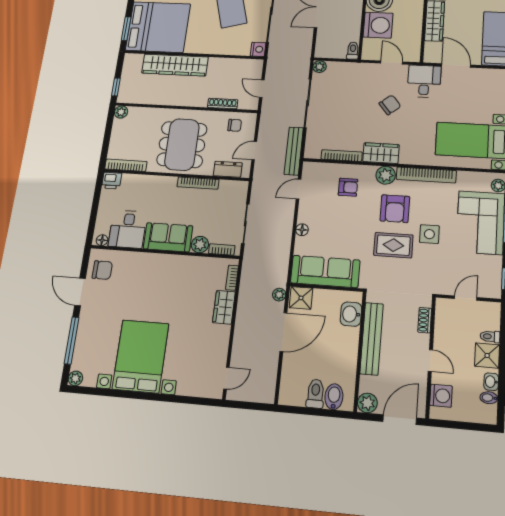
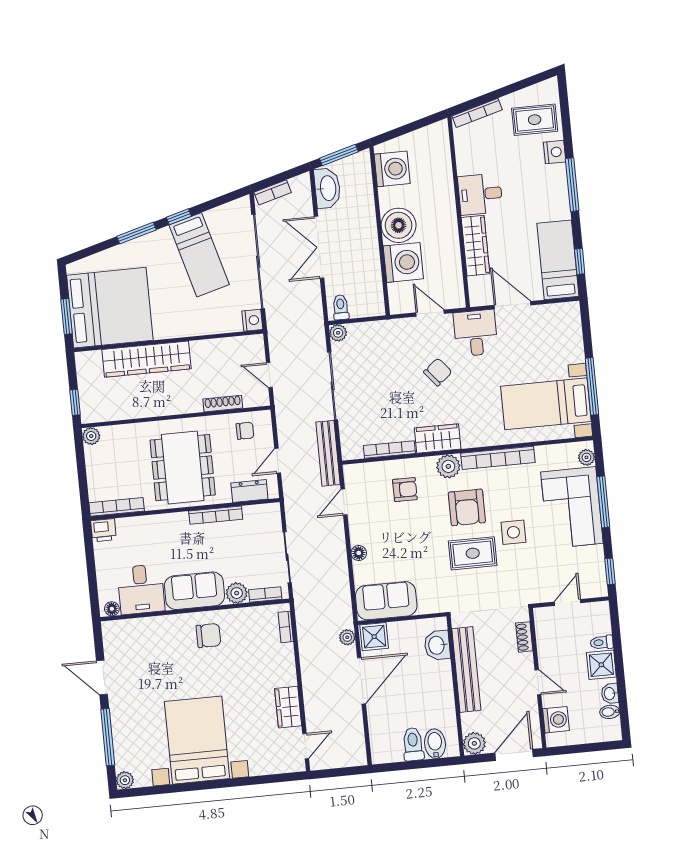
toilet: (353, 51) -> (341, 307), moved
chair: (102, 270) -> (208, 636), moved
sofa: (325, 271) -> (386, 601), width x0.73
wardrobe: (224, 307) -> (288, 707), moved

